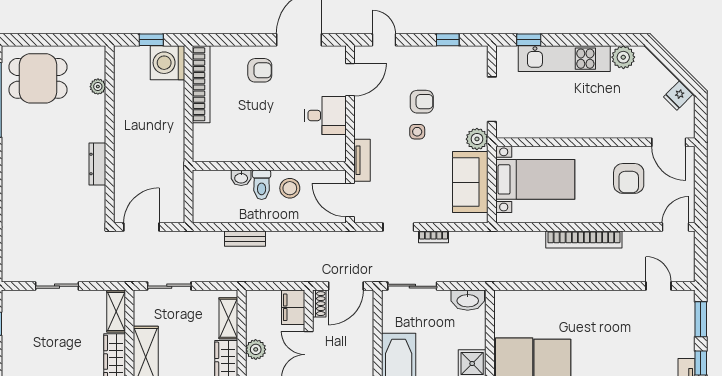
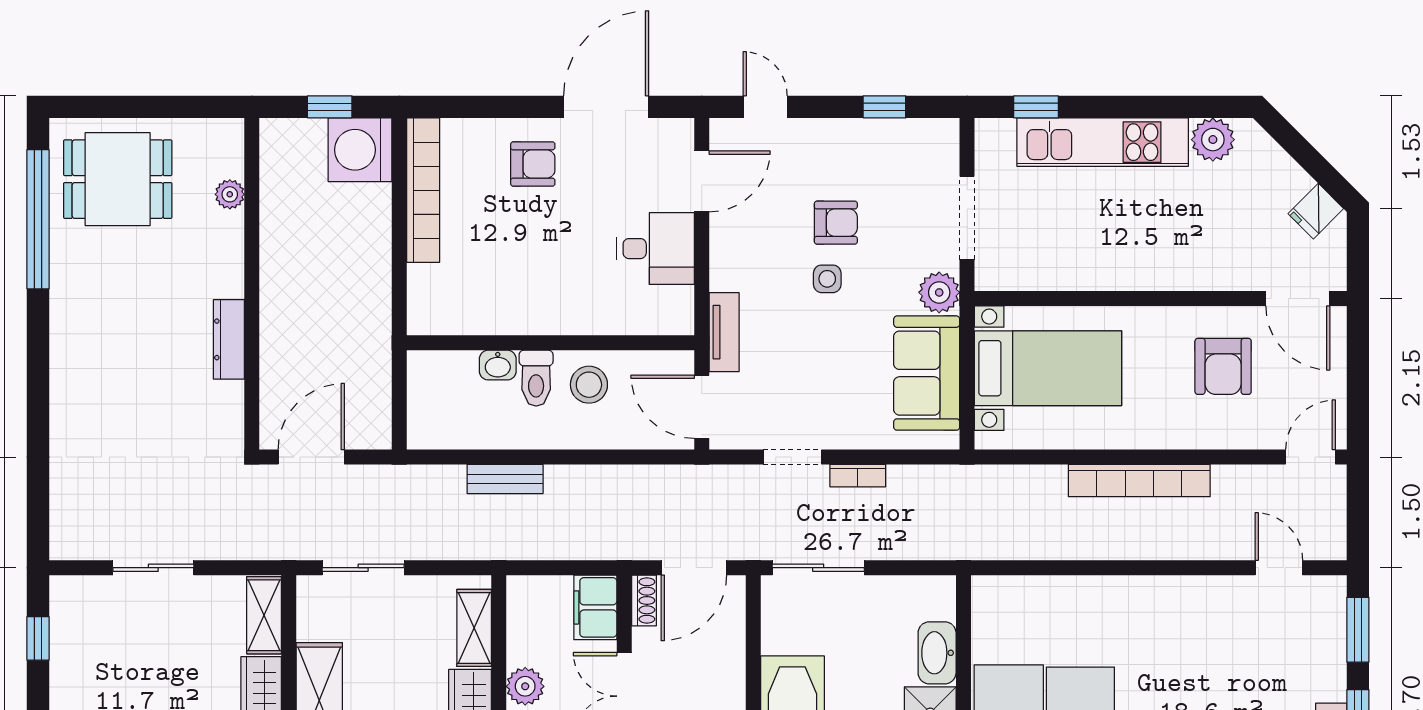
washbasin: (468, 300) -> (937, 653), moved, turned 90

